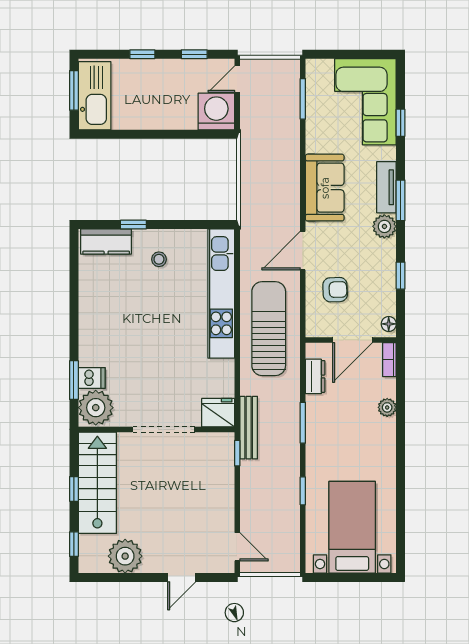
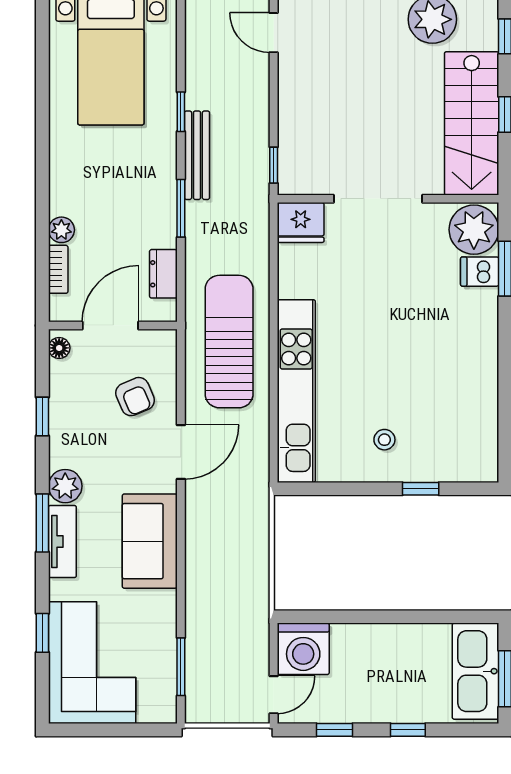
kitchen counter: (106, 242) -> (459, 465), removed
armchair: (335, 290) -> (135, 397), turned -111
sun lounger: (269, 329) -> (229, 342), turned 180
bookcase: (389, 360) -> (58, 269), moved
bench: (249, 428) -> (197, 155), moved

